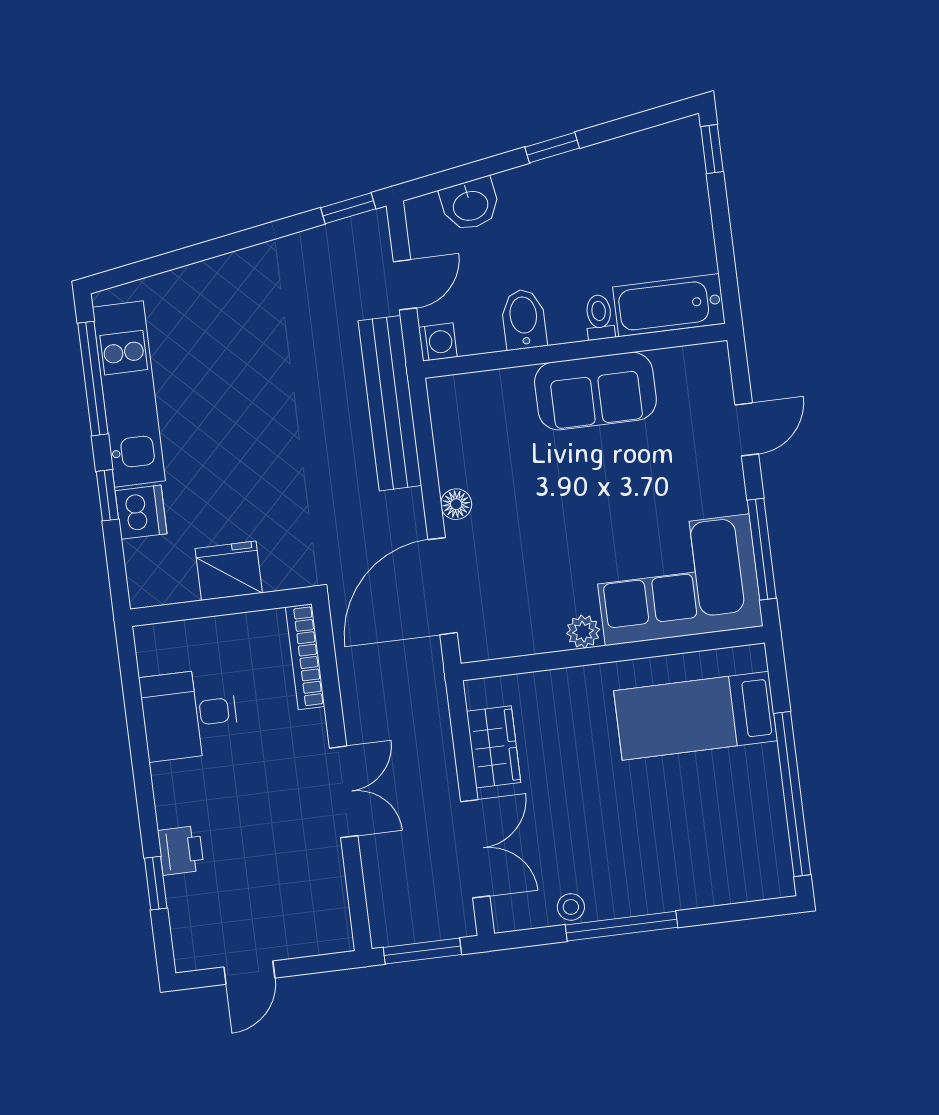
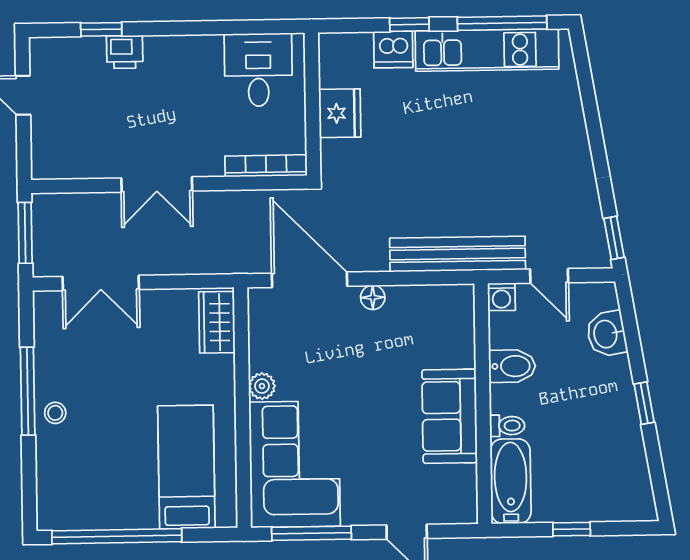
window: (712, 149) -> (572, 529), moved
desk: (189, 714) -> (258, 70), moved
wardrobe: (494, 747) -> (217, 322), moved, turned 90
stool: (571, 907) -> (55, 413), moved

